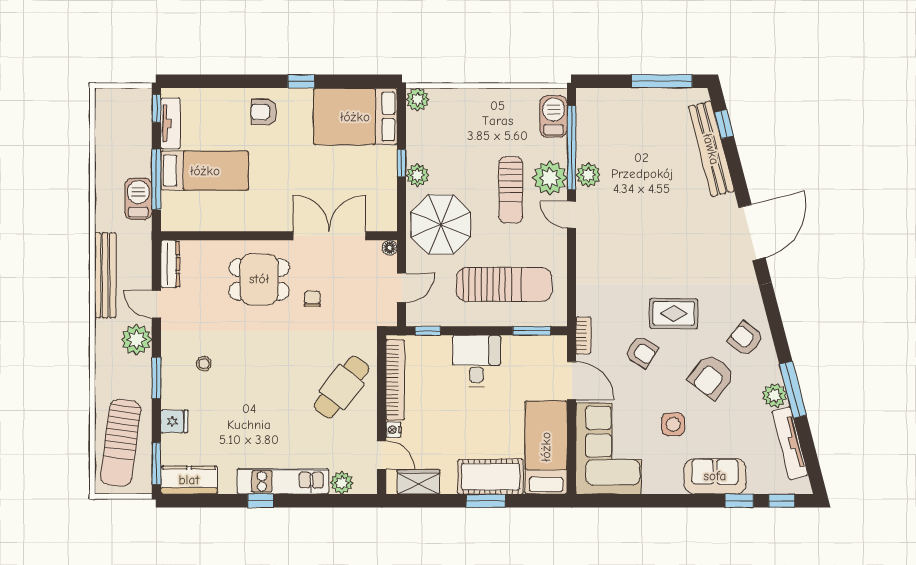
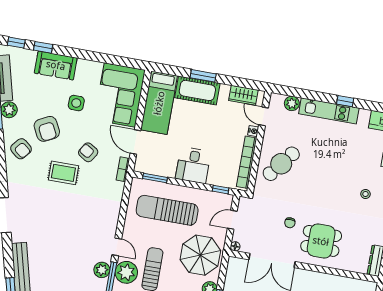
armchair: (711, 376) -> (47, 129), turned 115

